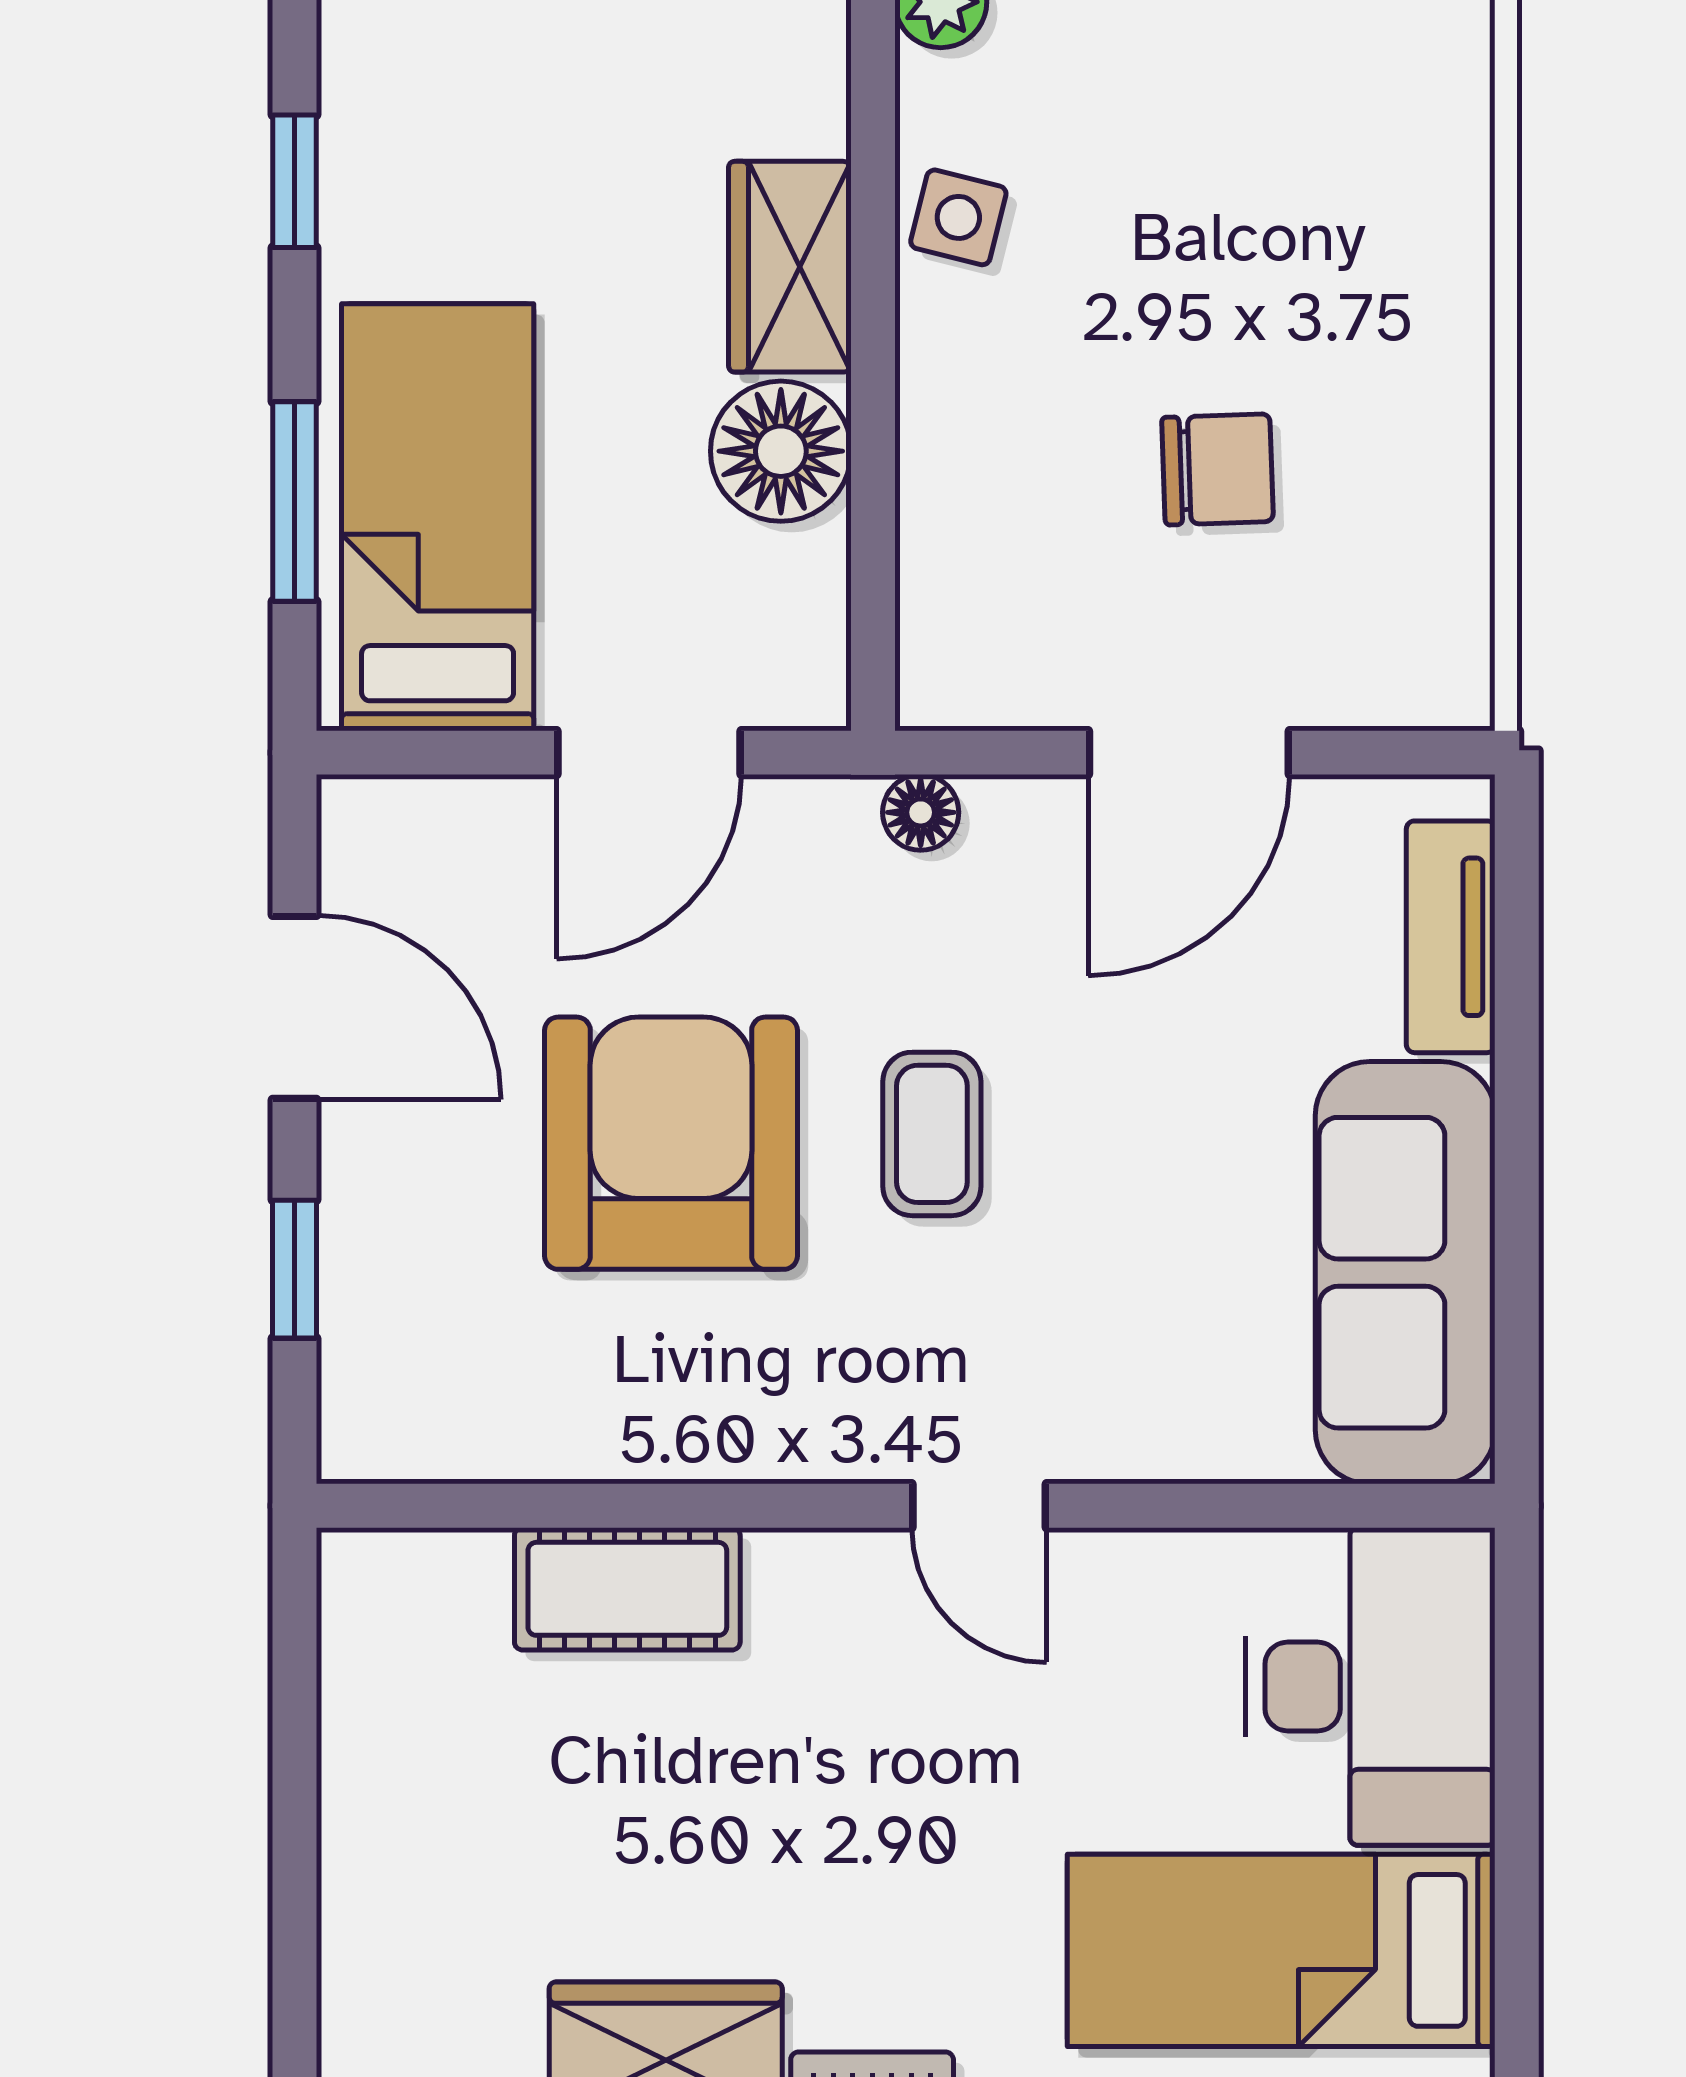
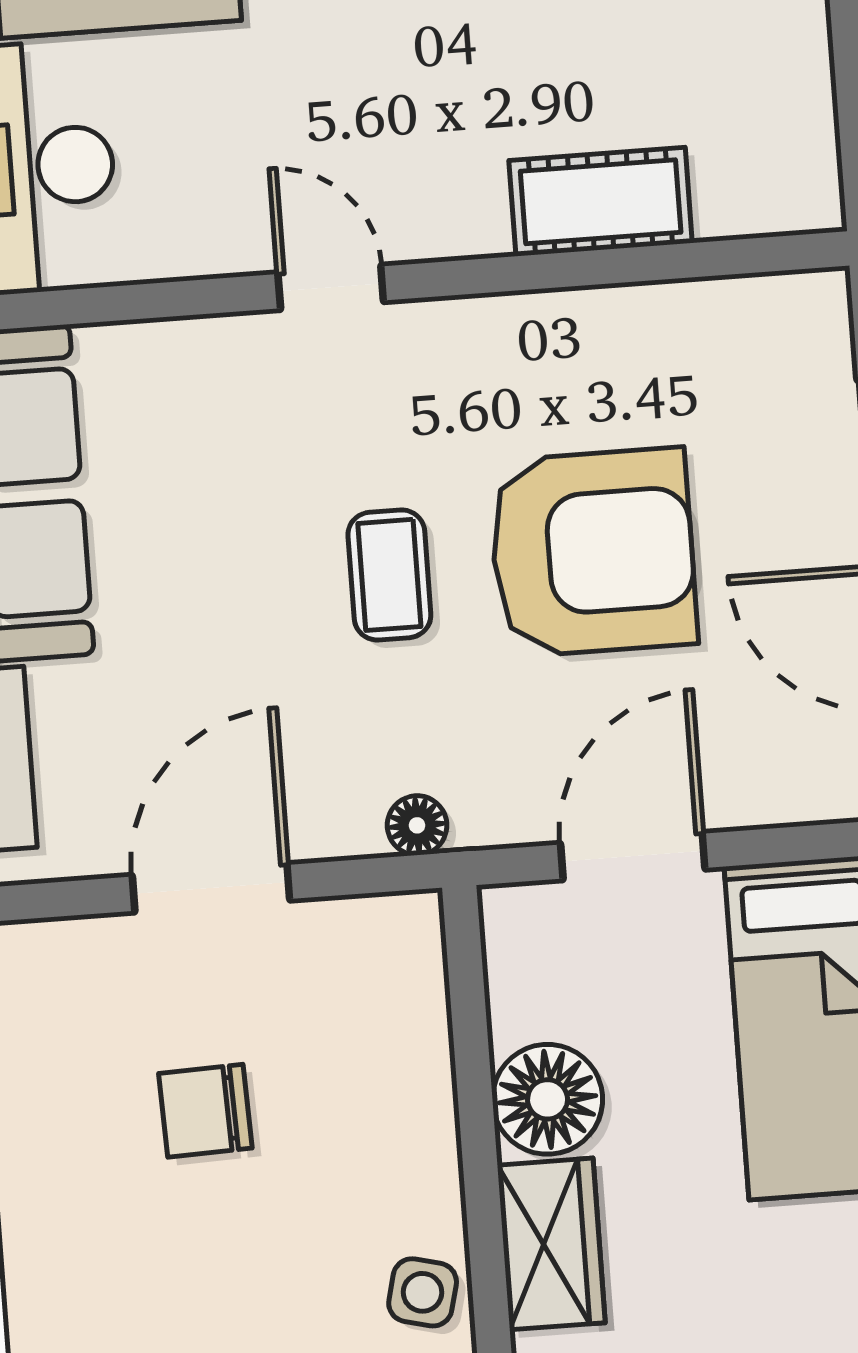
armchair: (671, 1143) -> (593, 552), turned -90

